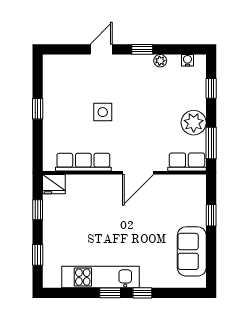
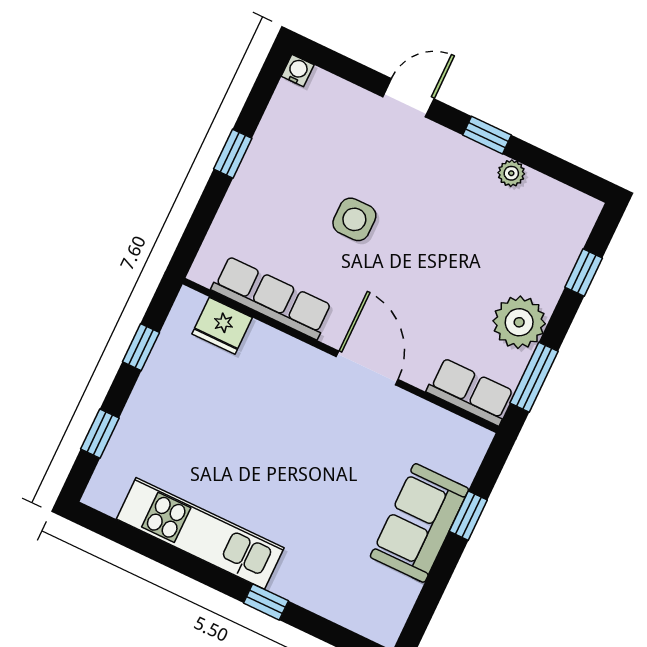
water cooler: (187, 60) -> (298, 71), moved
door: (138, 173) -> (367, 368), swing flipped
fridge: (54, 184) -> (222, 326), moved
sofa: (192, 251) -> (419, 523), moved
window: (110, 293) -> (204, 573), removed

